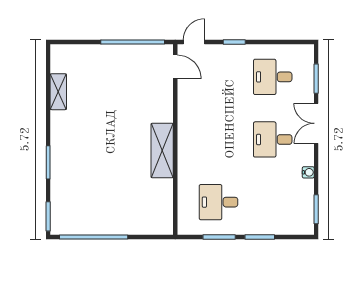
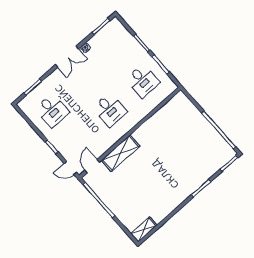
shelving: (58, 92) -> (144, 230), moved
double door: (316, 123) -> (67, 57), moved
desk: (273, 139) -> (110, 110), moved
shelving: (162, 151) -> (121, 153), moved

